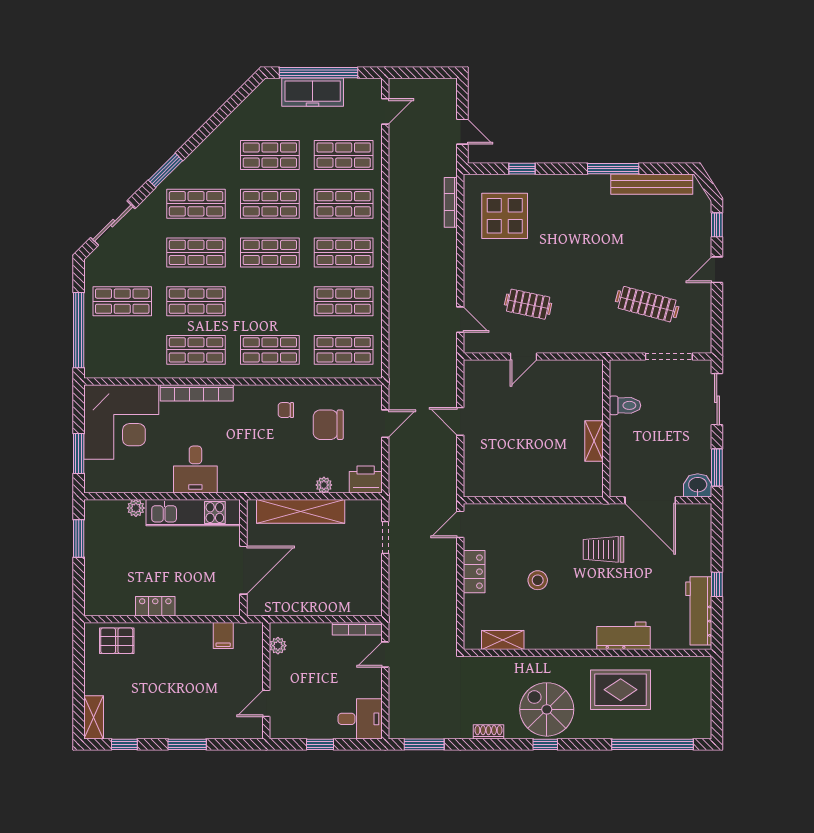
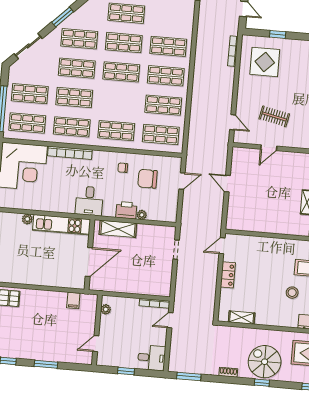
shop shelf: (344, 155) -> (27, 123), moved
desk: (195, 470) -> (89, 201), moved
printer: (366, 479) -> (126, 210), moved
shelving: (301, 511) -> (118, 229), width x0.68
stool: (538, 580) -> (292, 293), moved
locker: (155, 606) -> (34, 279), removed

